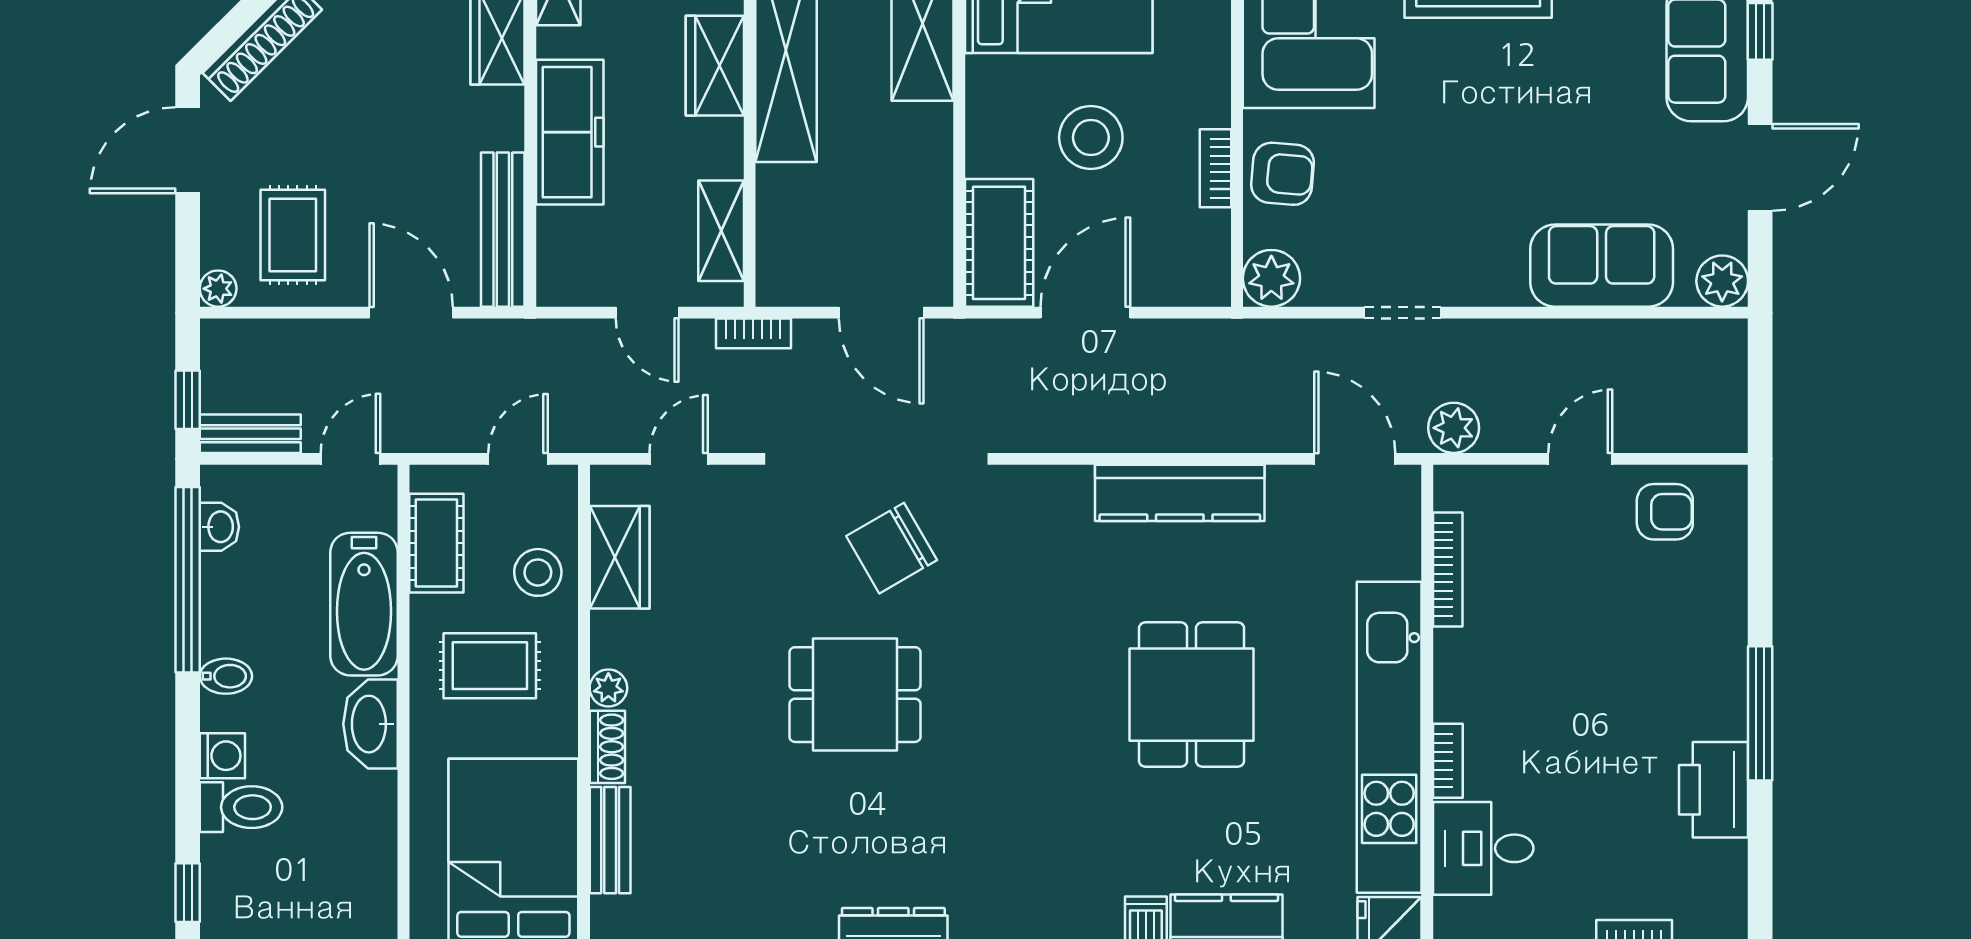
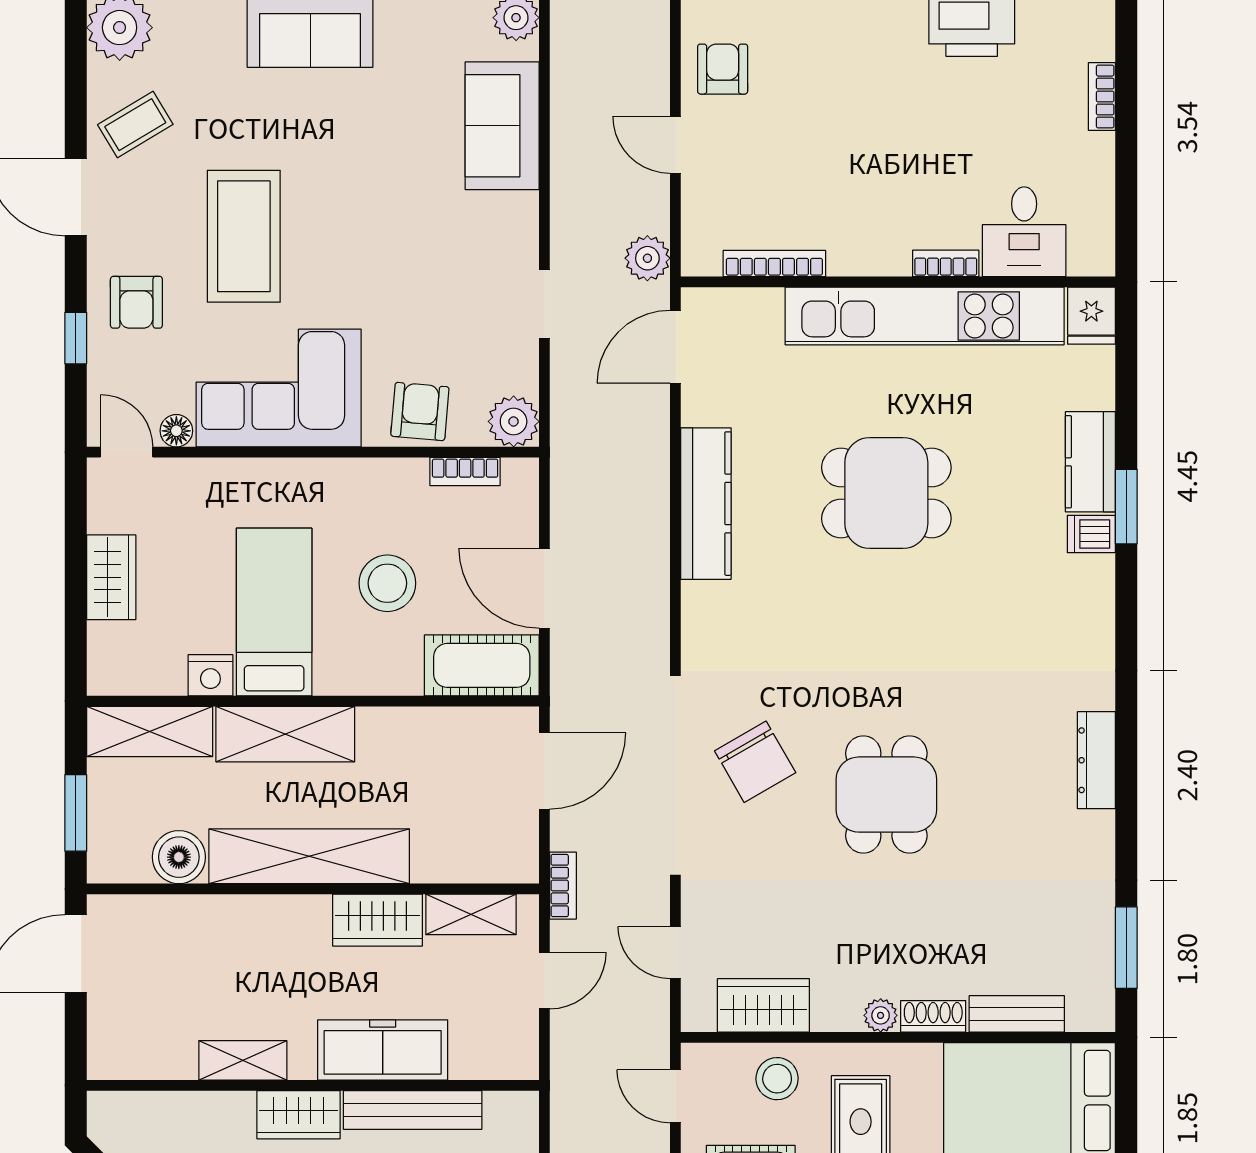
wardrobe: (715, 66) -> (378, 920), moved
bookcase: (1216, 168) -> (465, 472), moved
bench: (503, 230) -> (413, 1110), moved

